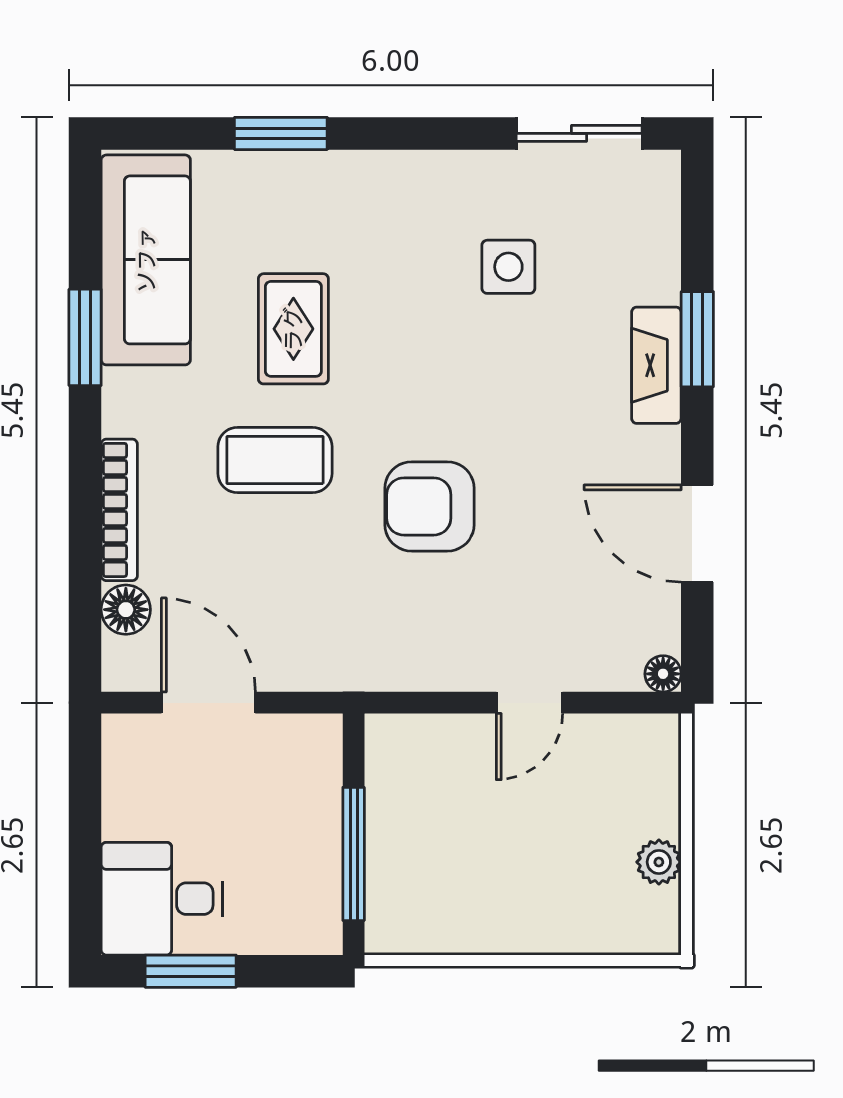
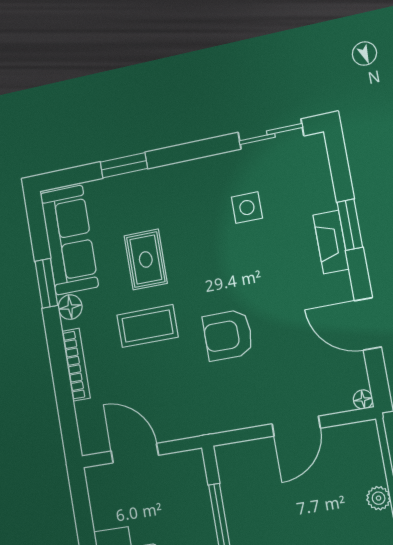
floor lamp: (126, 610) -> (70, 307), moved
door: (529, 703) -> (296, 426), width x1.38

